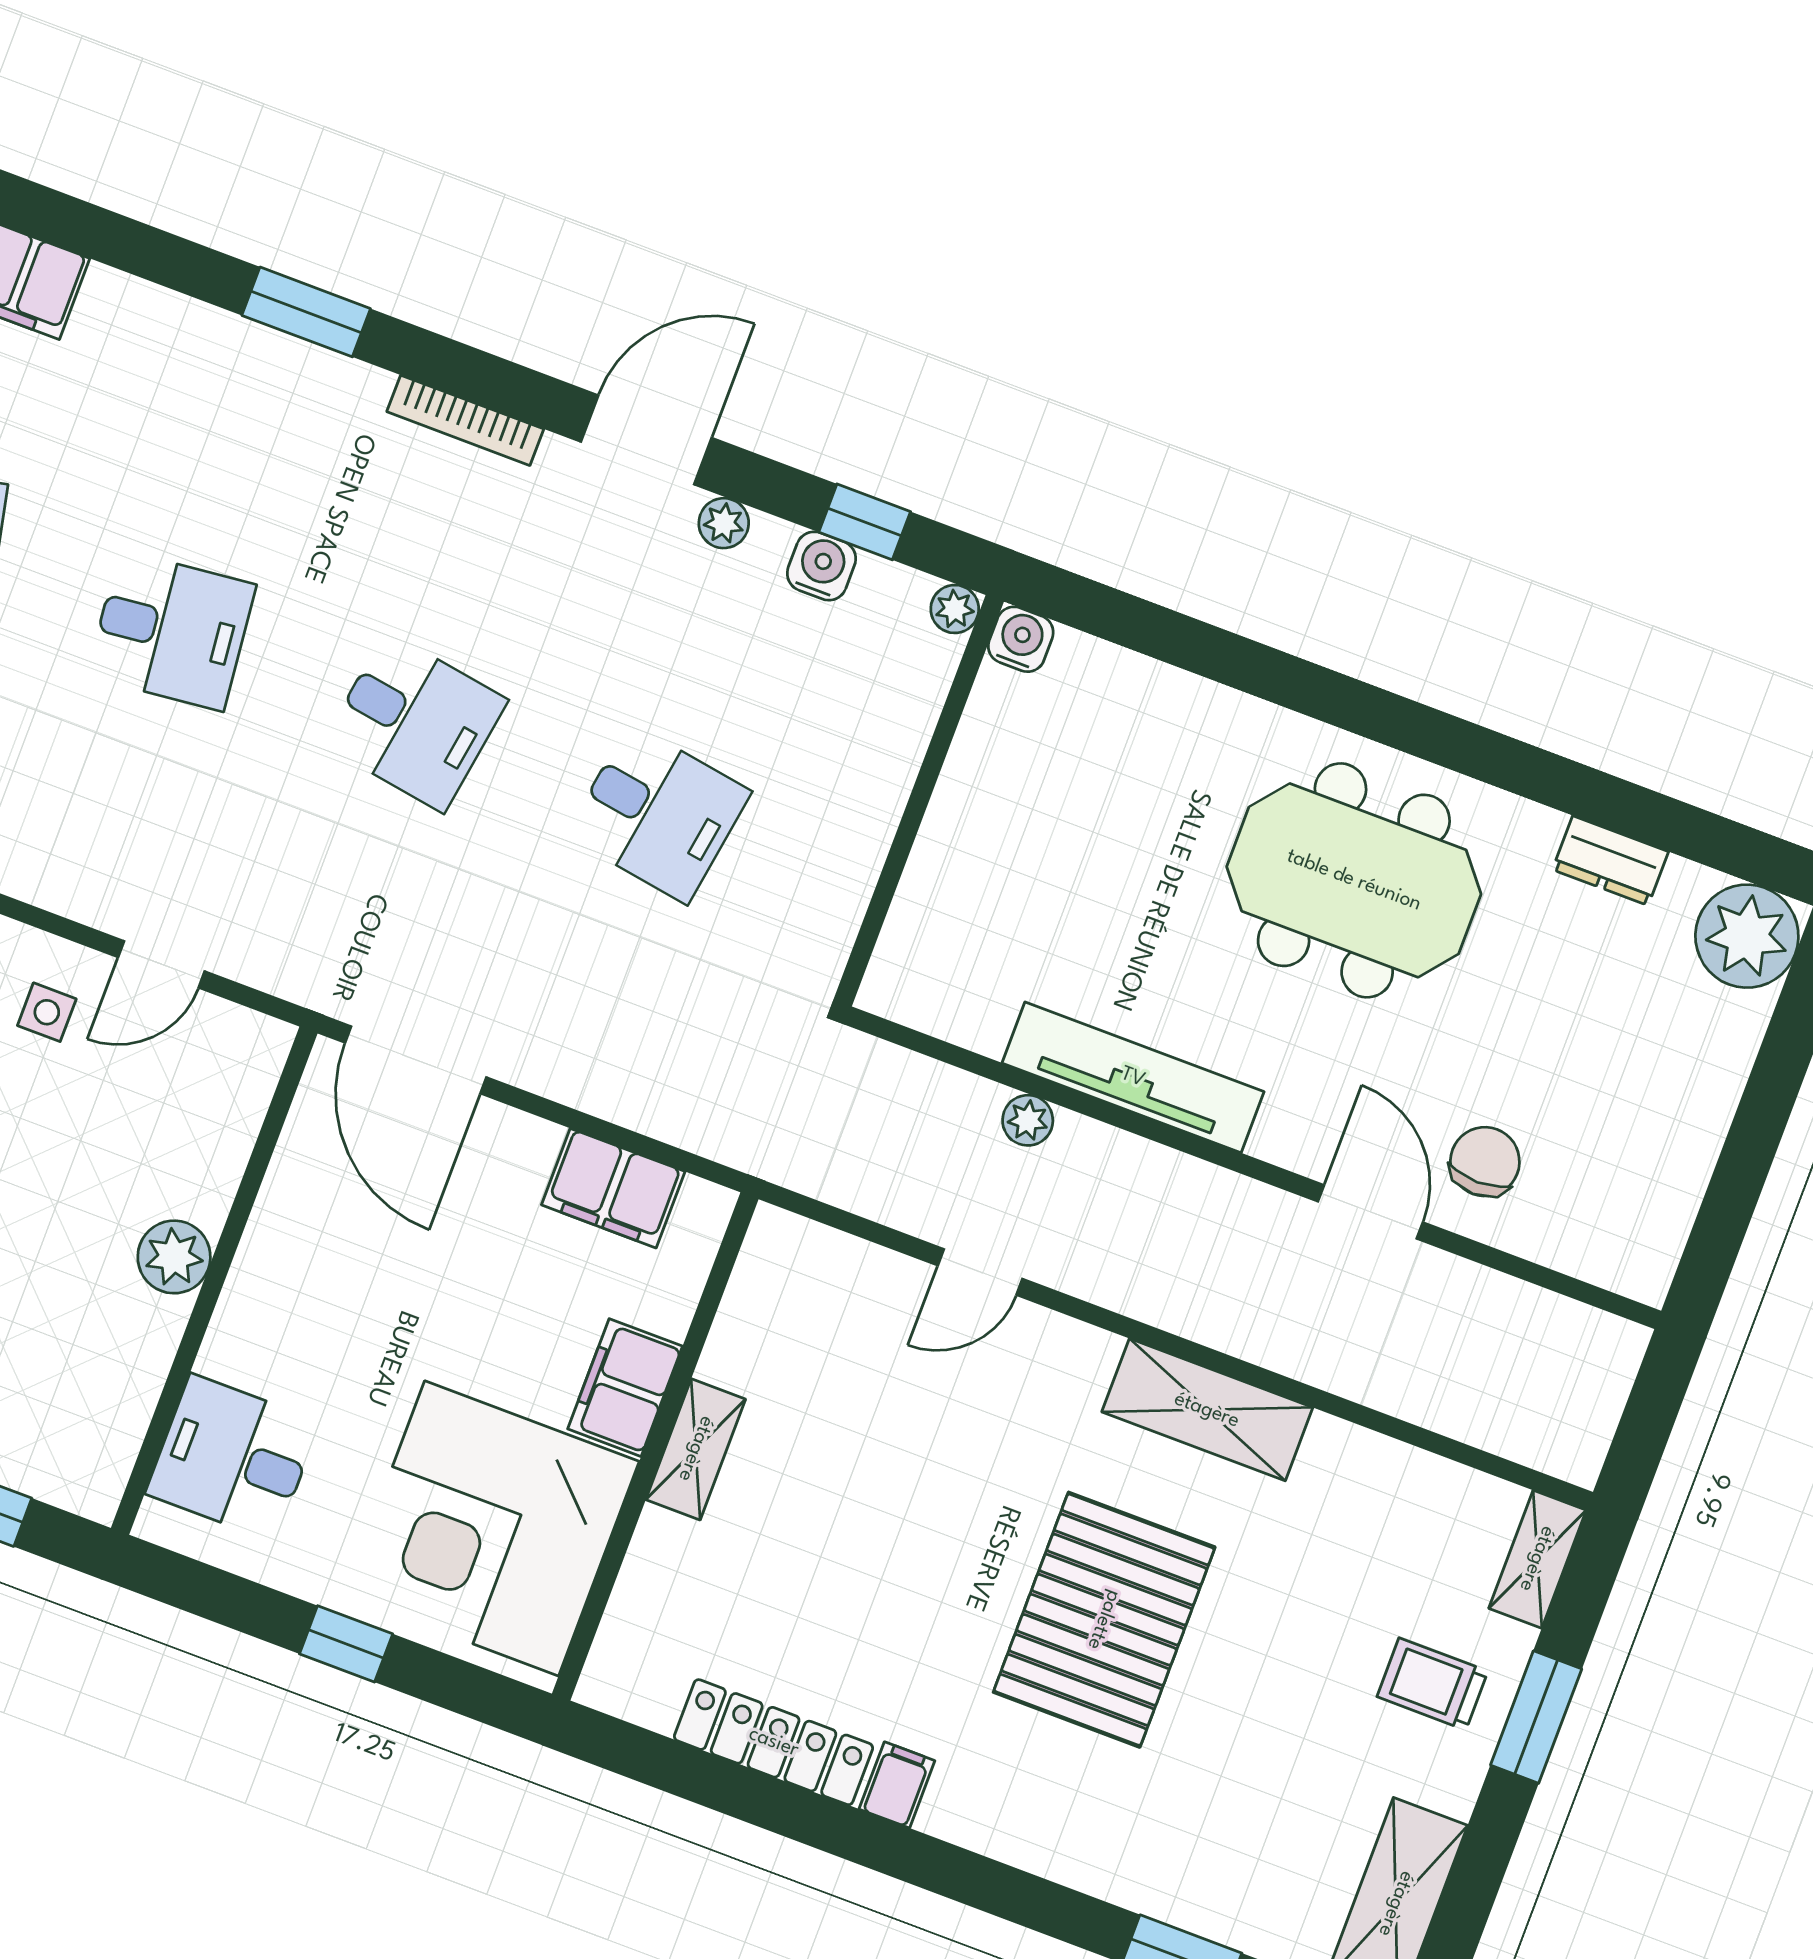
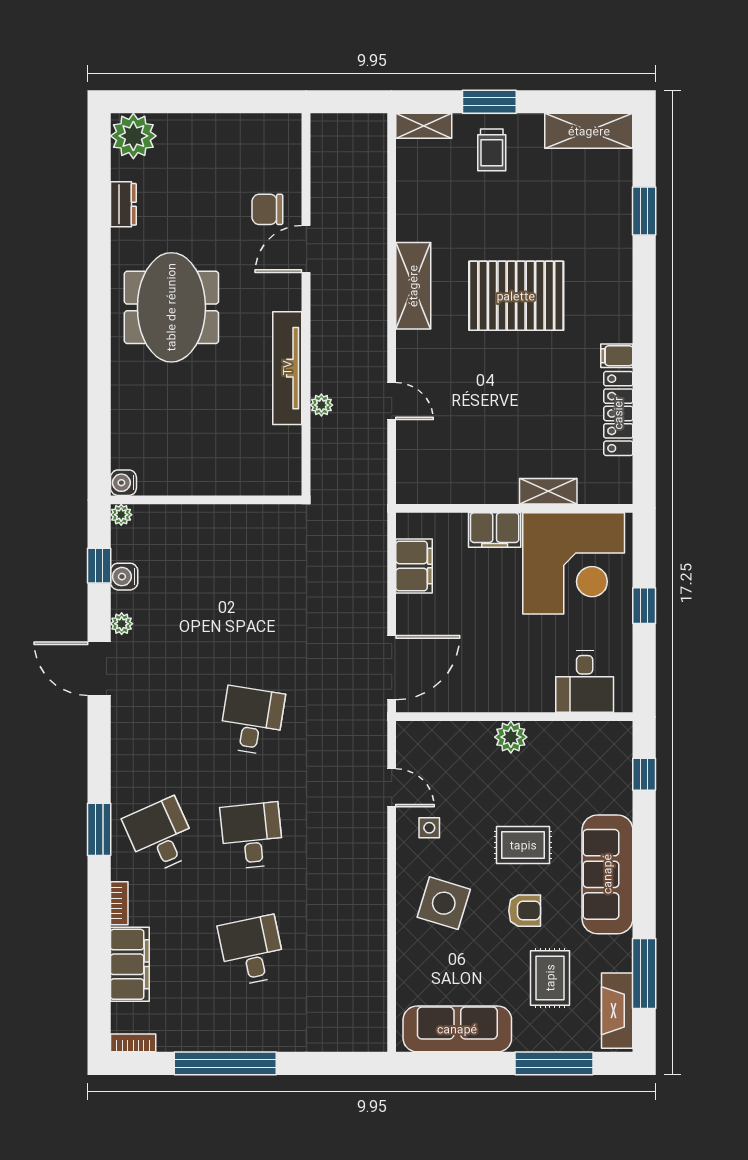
bookcase: (465, 420) -> (119, 903), moved, width x0.64
desk: (658, 813) -> (160, 836), moved, turned -33
shelving: (696, 1449) -> (548, 491), moved

